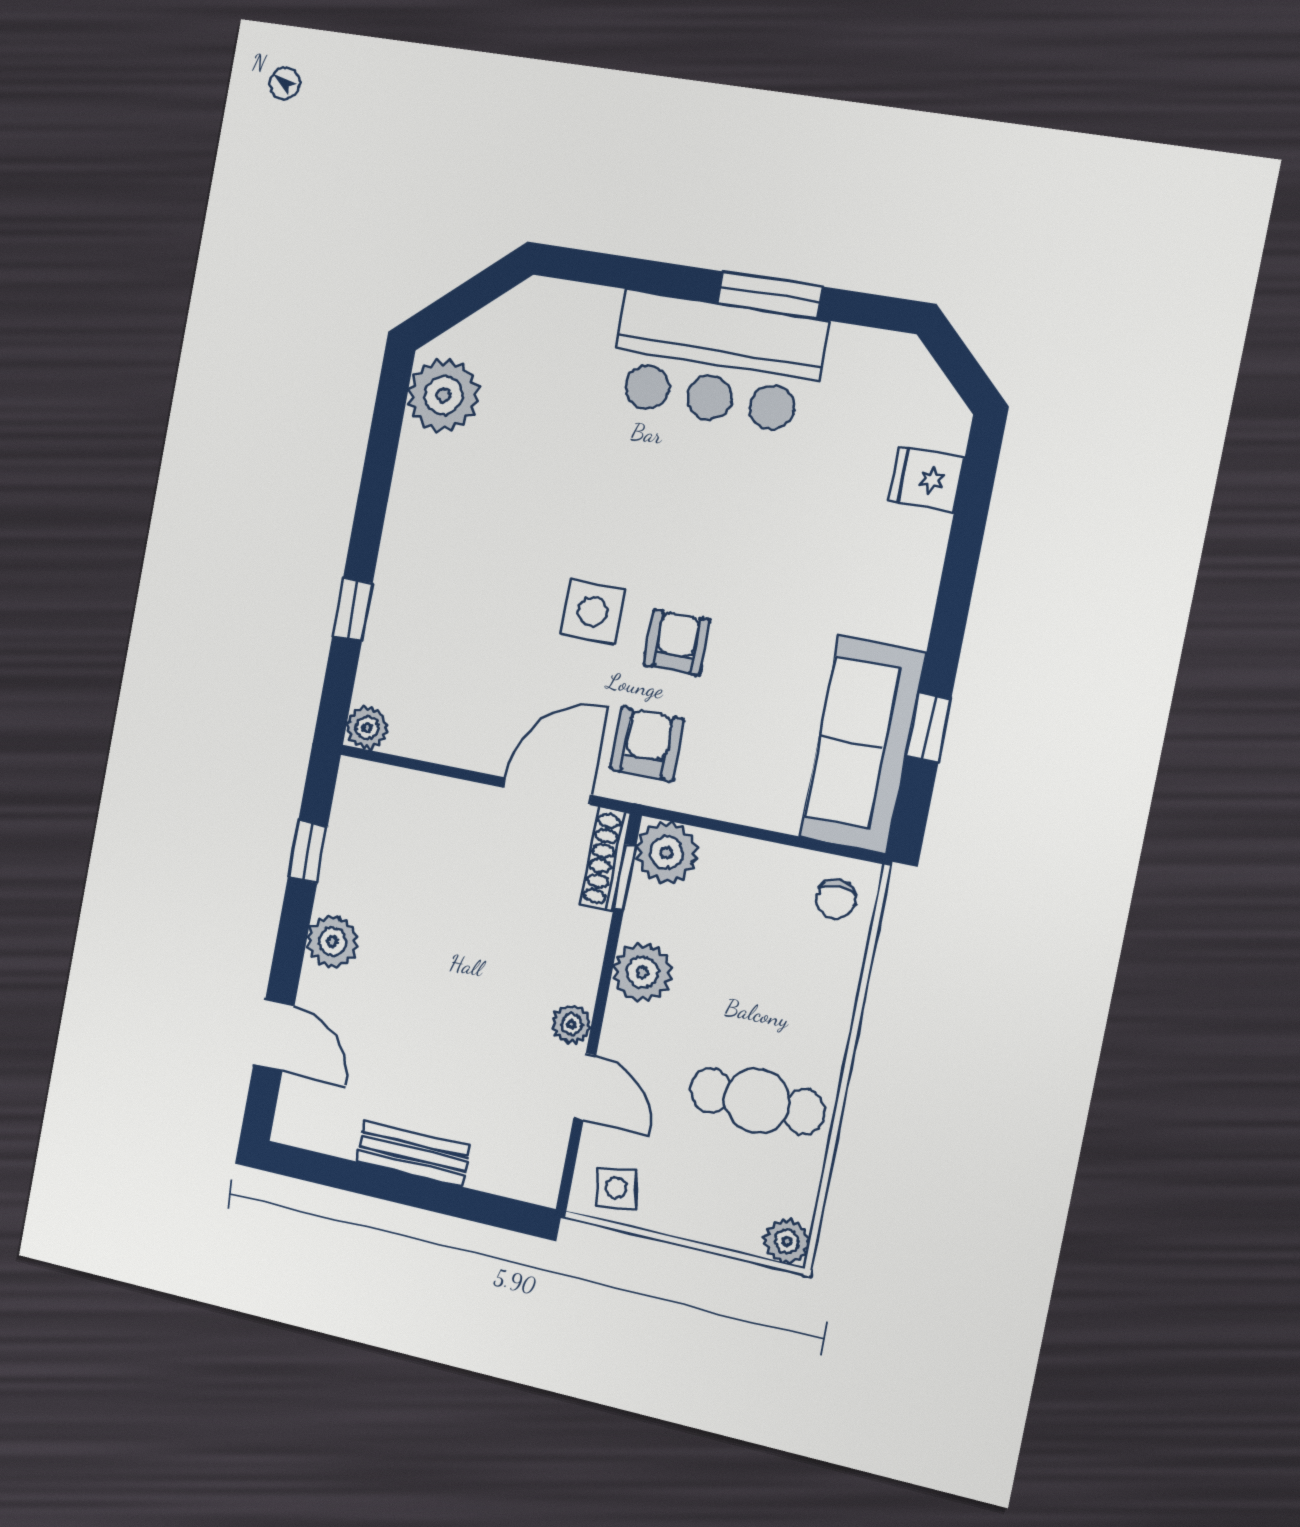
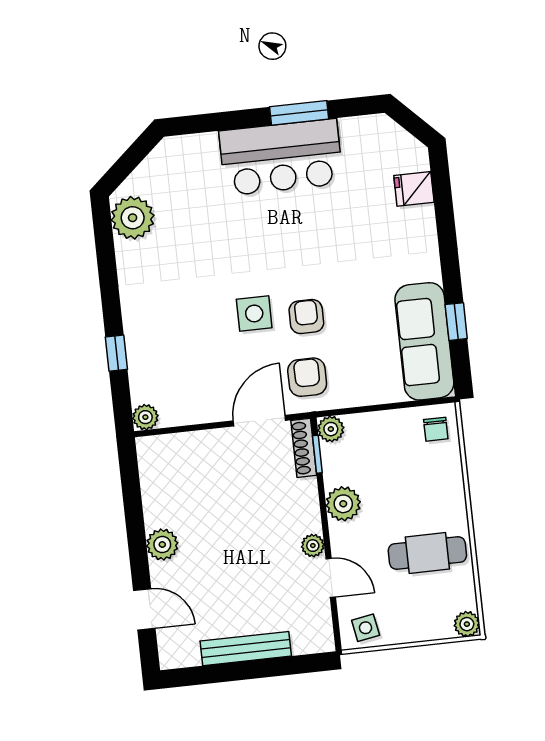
window: (308, 852) -> (132, 498), removed
plant: (667, 852) -> (331, 429), width x0.73, depth x0.73
bench: (413, 1154) -> (246, 649), width x1.36

